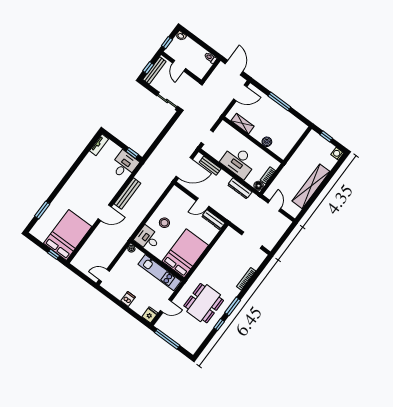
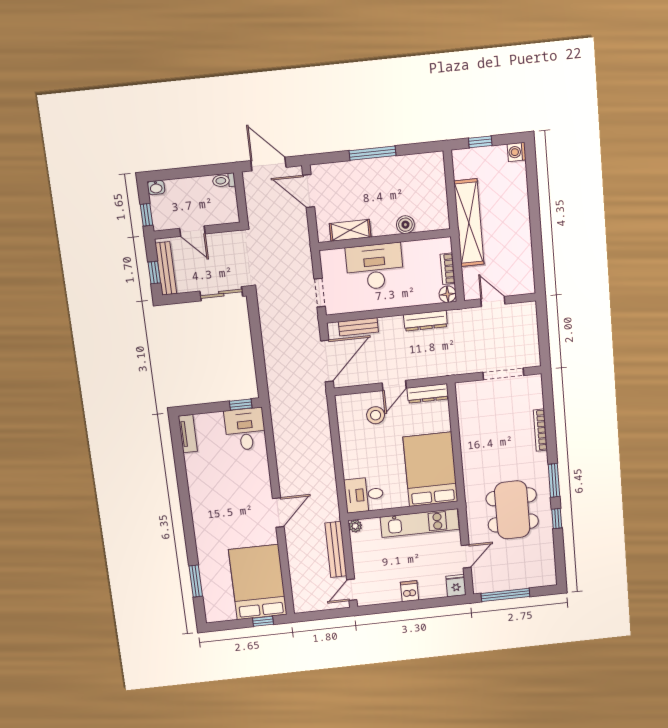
door: (240, 93) -> (309, 191), swing flipped
desk: (238, 162) -> (375, 267), moved, turned 180
shelving: (311, 186) -> (469, 223), moved
bench: (127, 194) -> (336, 549), moved
stool: (164, 223) -> (376, 415), moved

